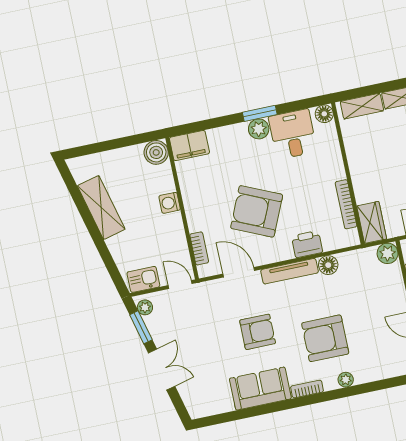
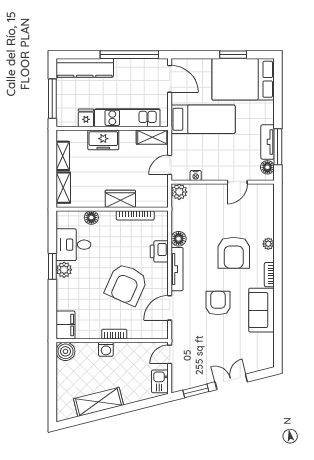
floor lamp: (324, 114) -> (91, 218), moved
wardrobe: (372, 222) -> (120, 199), moved
bookcase: (199, 248) -> (114, 334), moved
plant: (145, 307) -> (181, 385), removed

